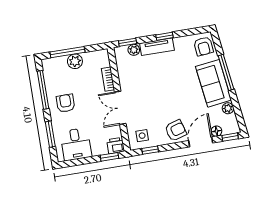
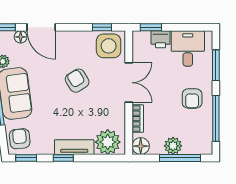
window: (128, 42) -> (26, 158), moved
plant: (134, 50) -> (108, 142), width x1.87, depth x1.87
floor lamp: (102, 57) -> (141, 146), added
armchair: (176, 130) -> (77, 81), moved, turned 74
side table: (142, 136) -> (109, 46), width x1.87, depth x1.87
door: (201, 142) -> (41, 27), hinge flipped
printer: (116, 146) -> (160, 39), moved

